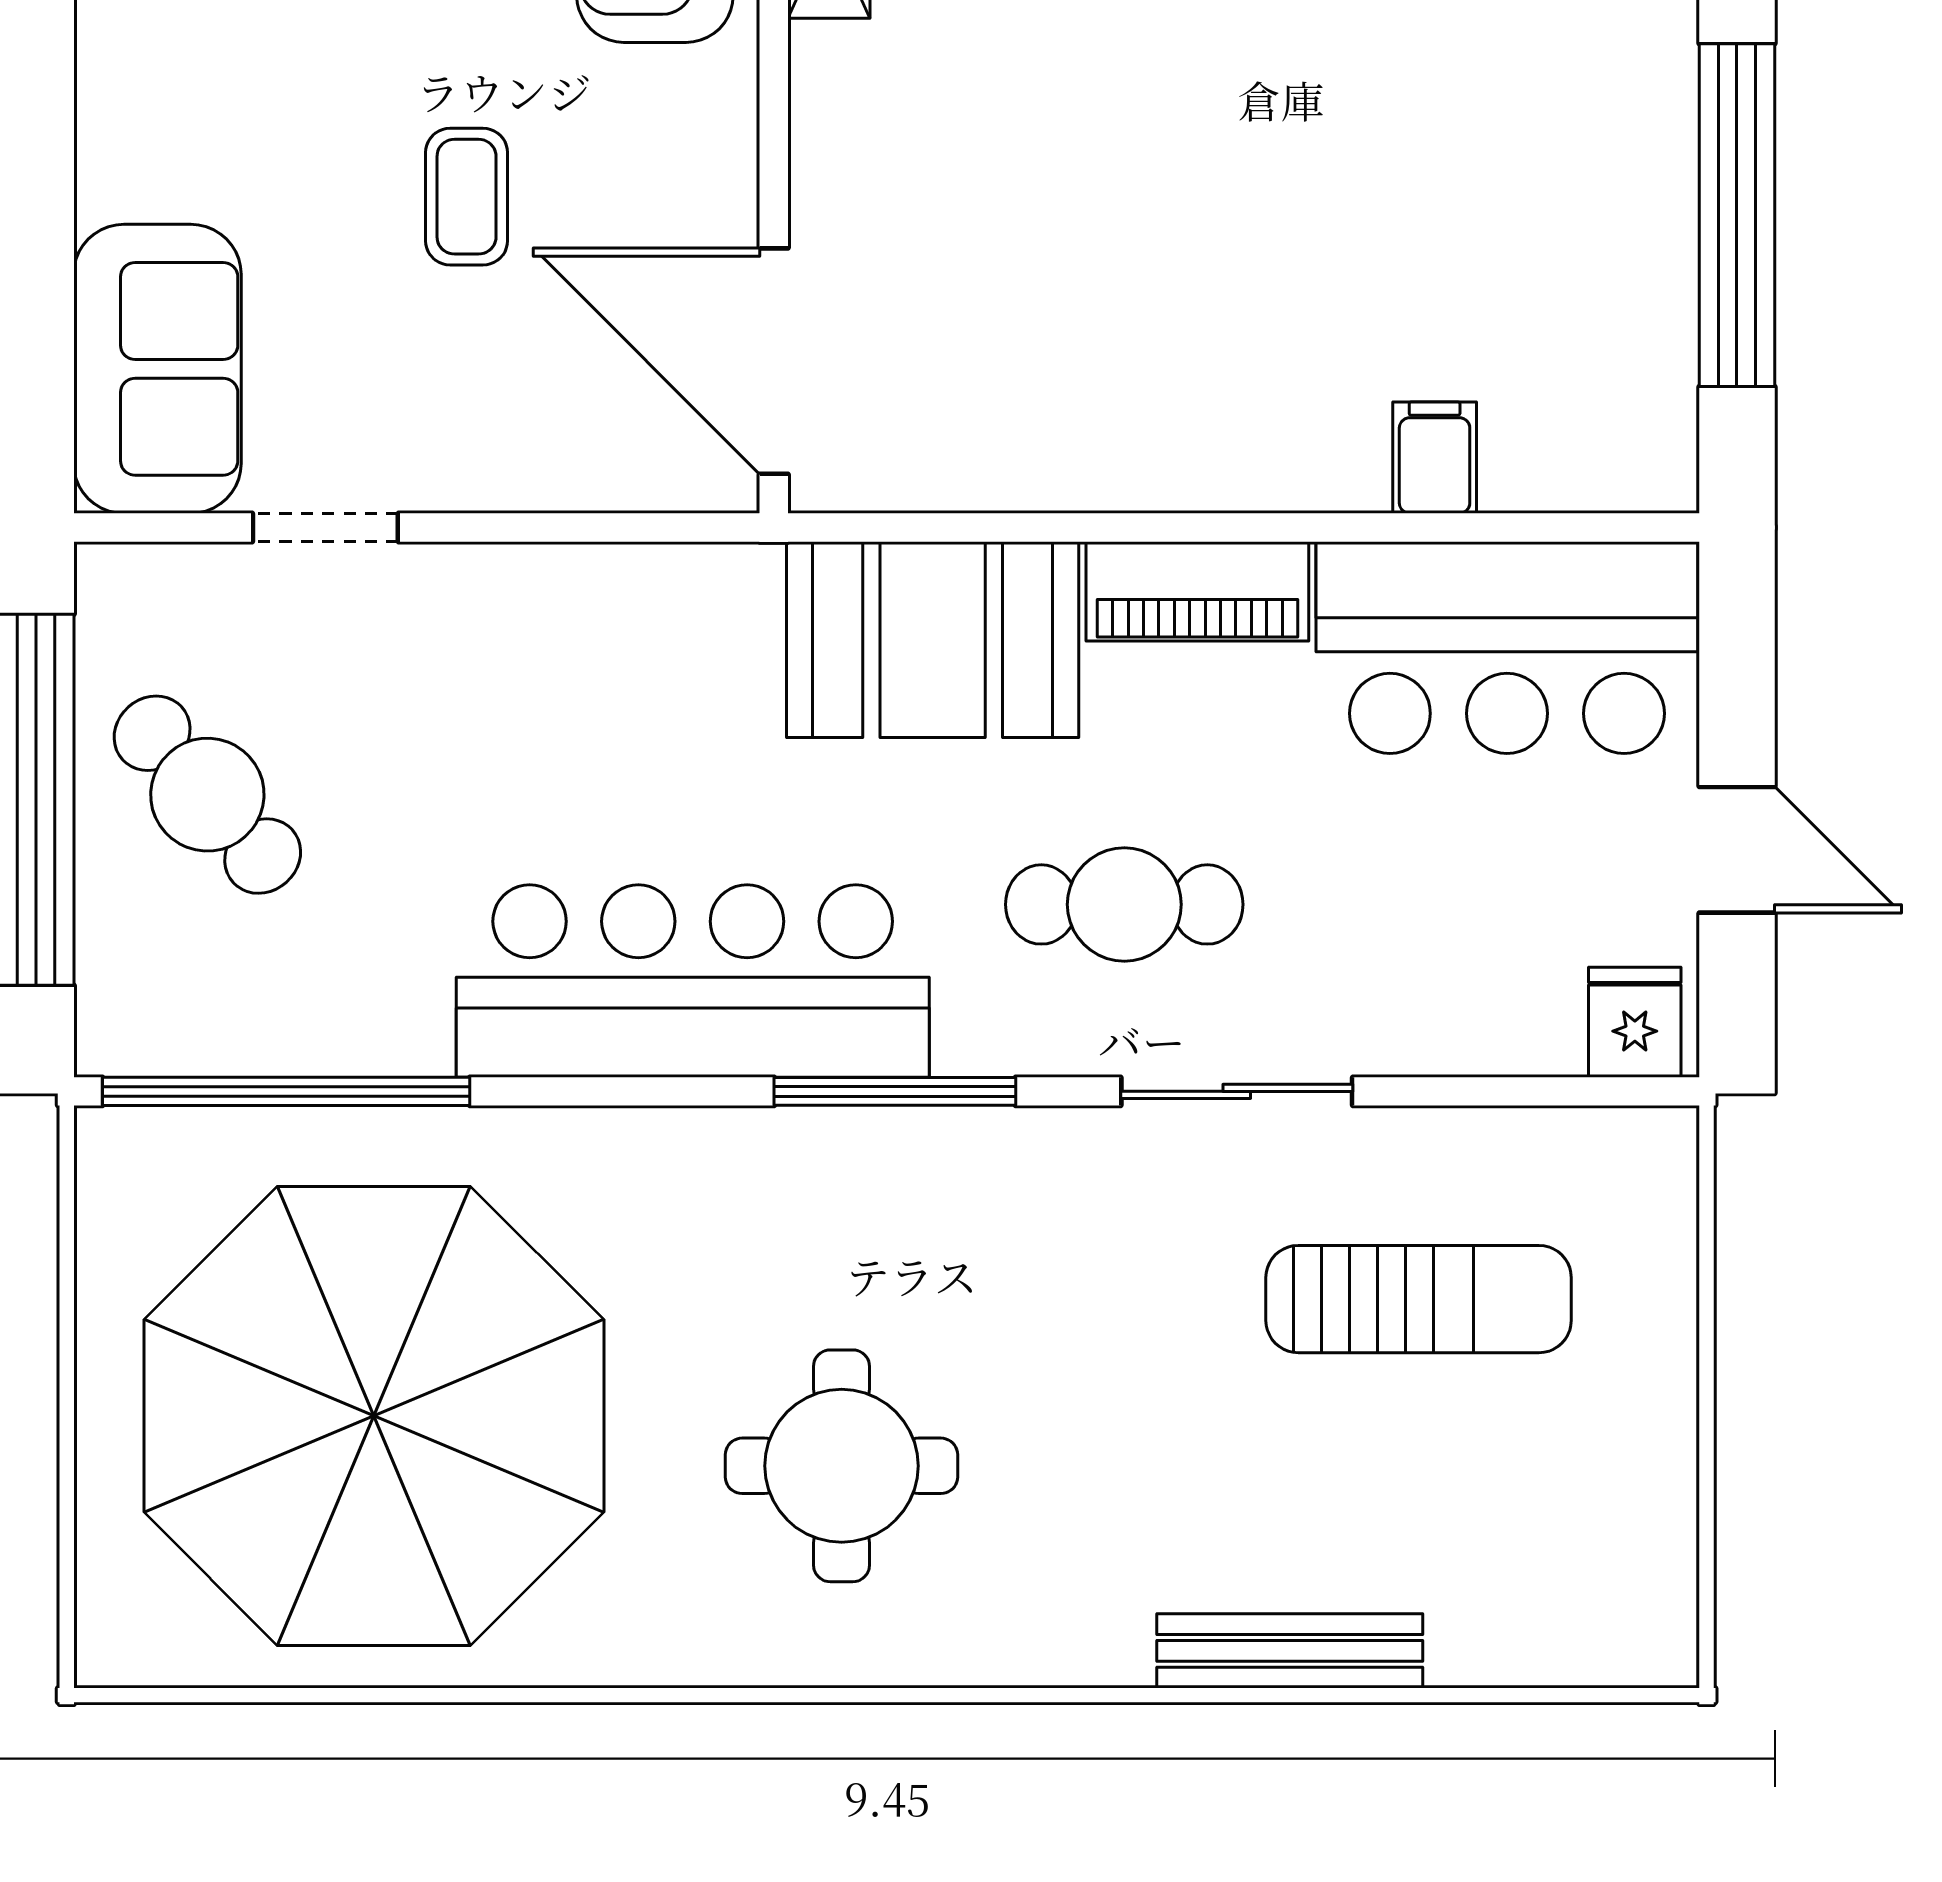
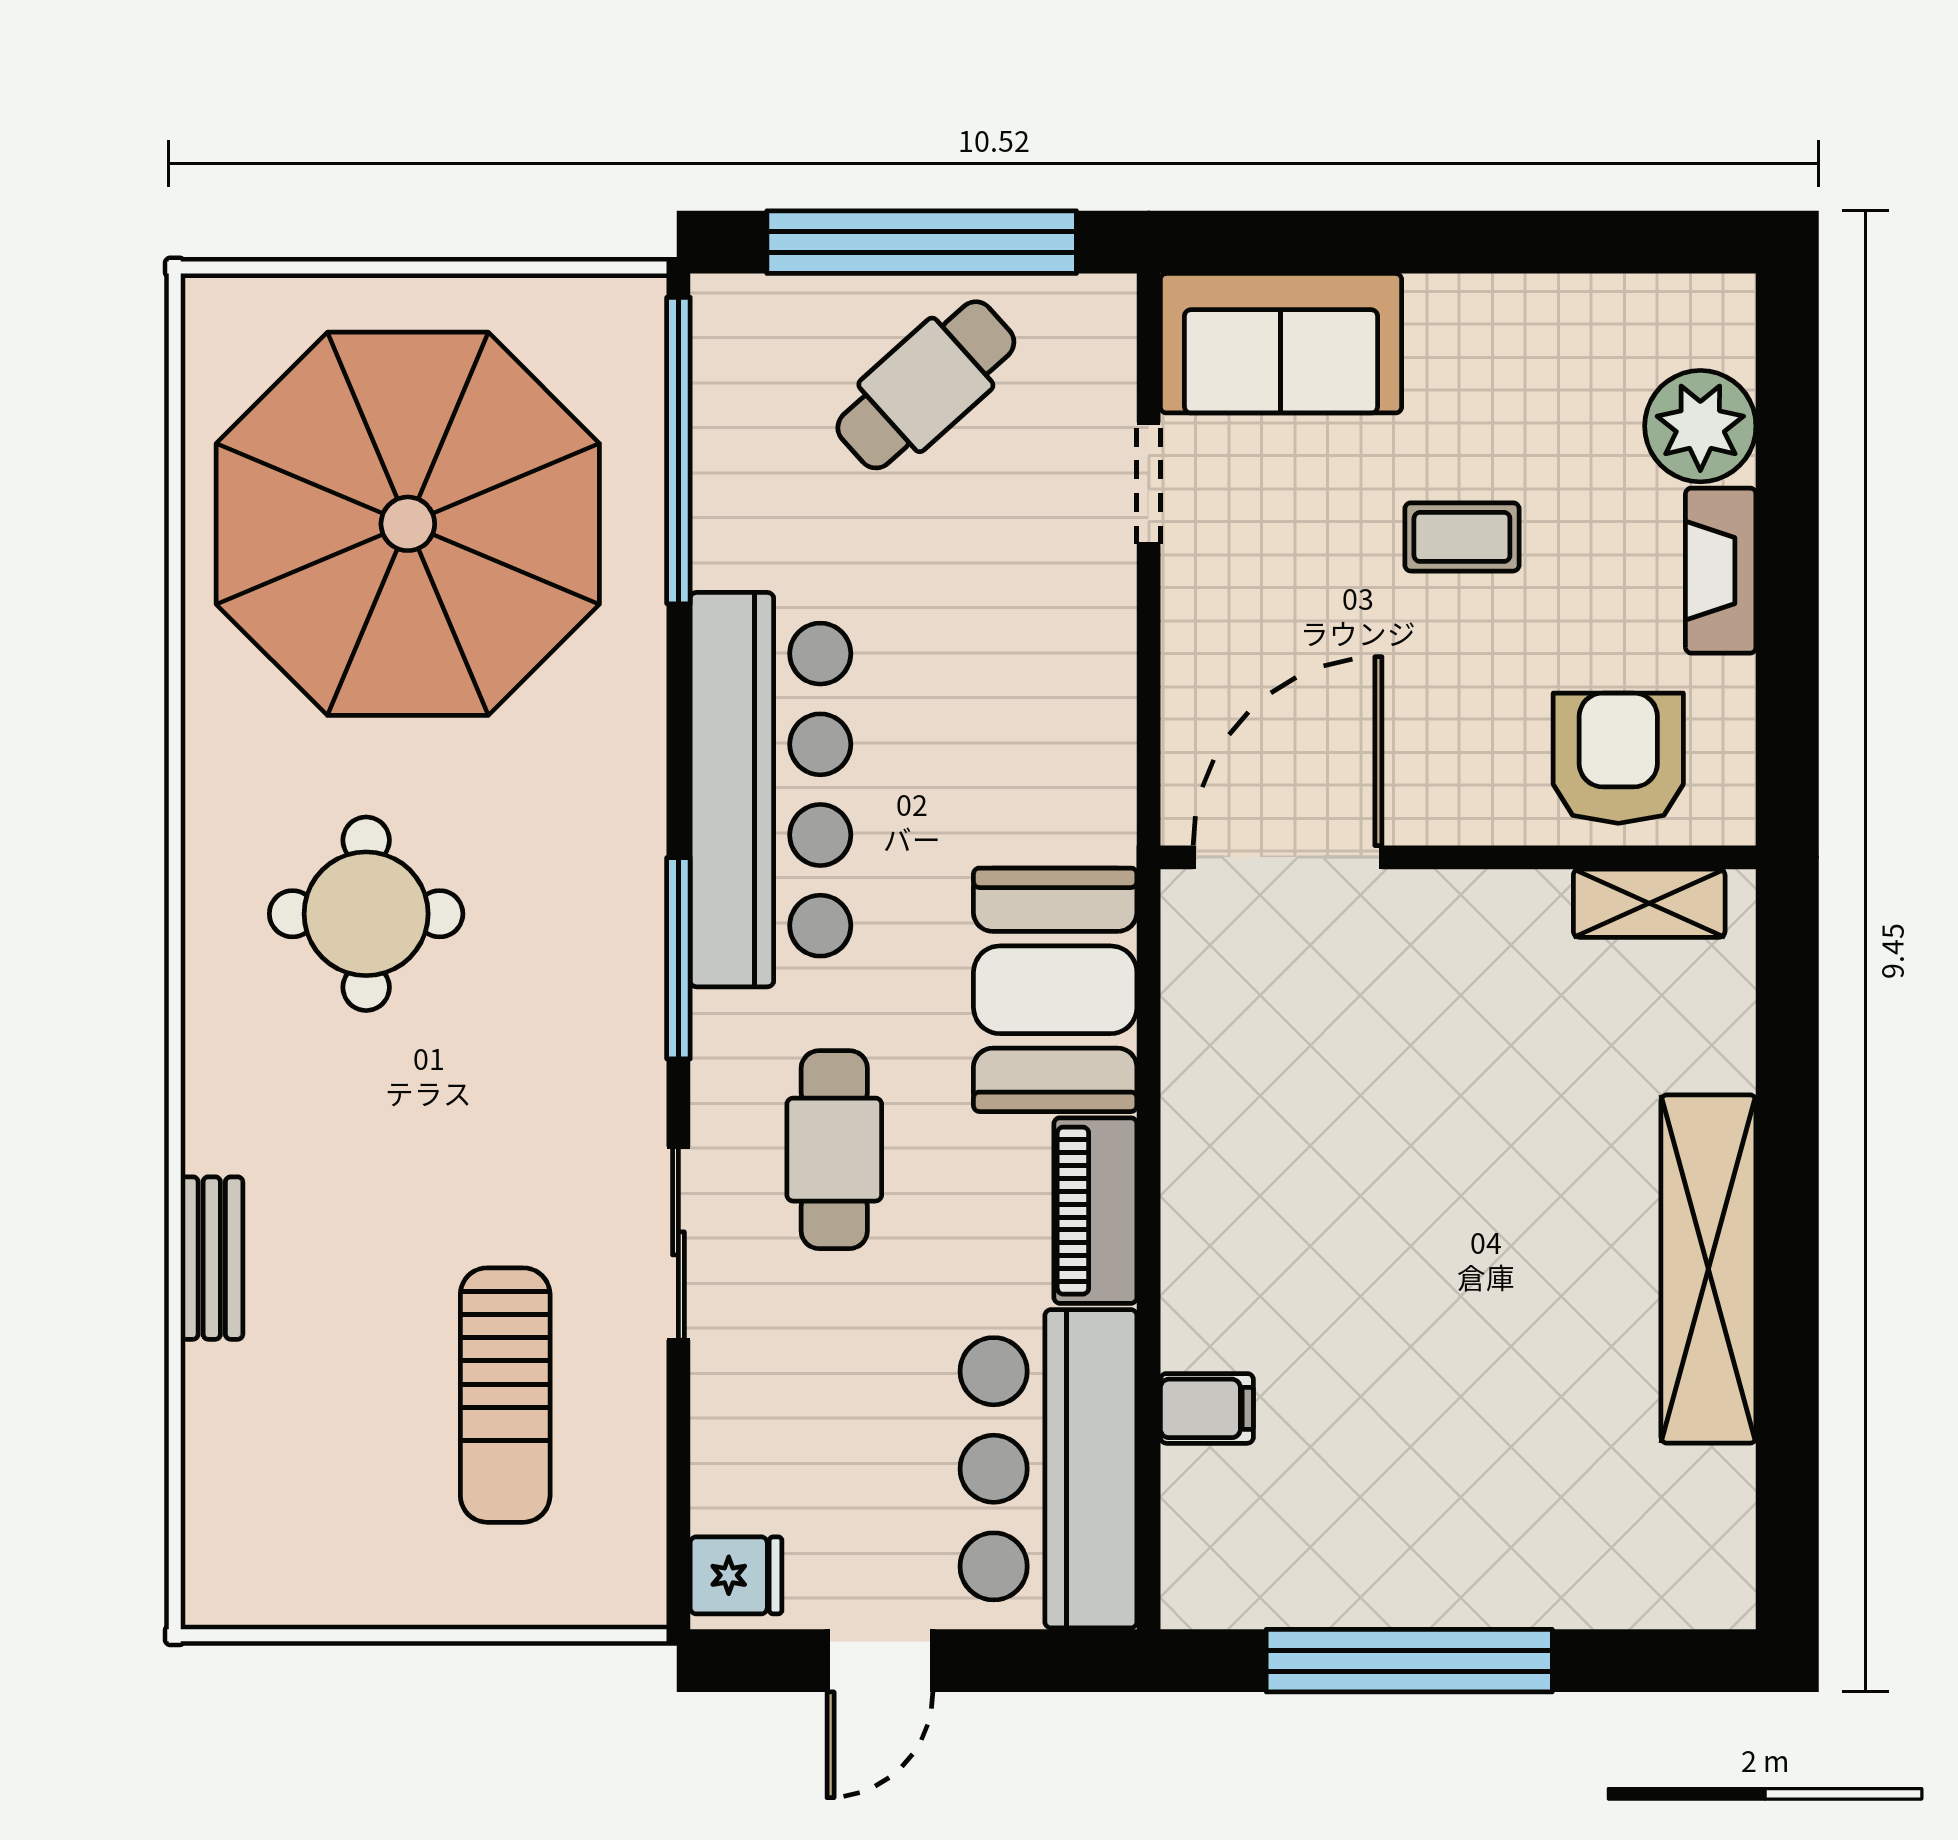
coffee table: (467, 197) -> (1462, 537), moved
bench: (1290, 1651) -> (212, 1258), width x0.73

